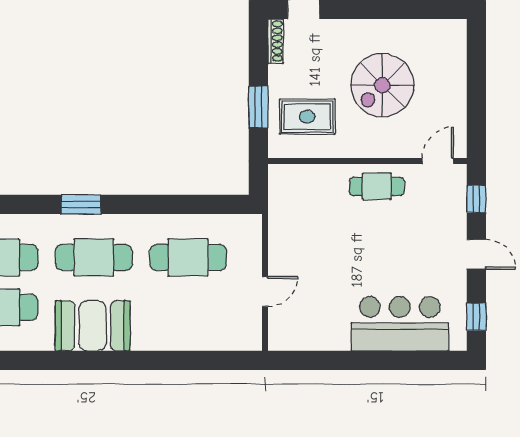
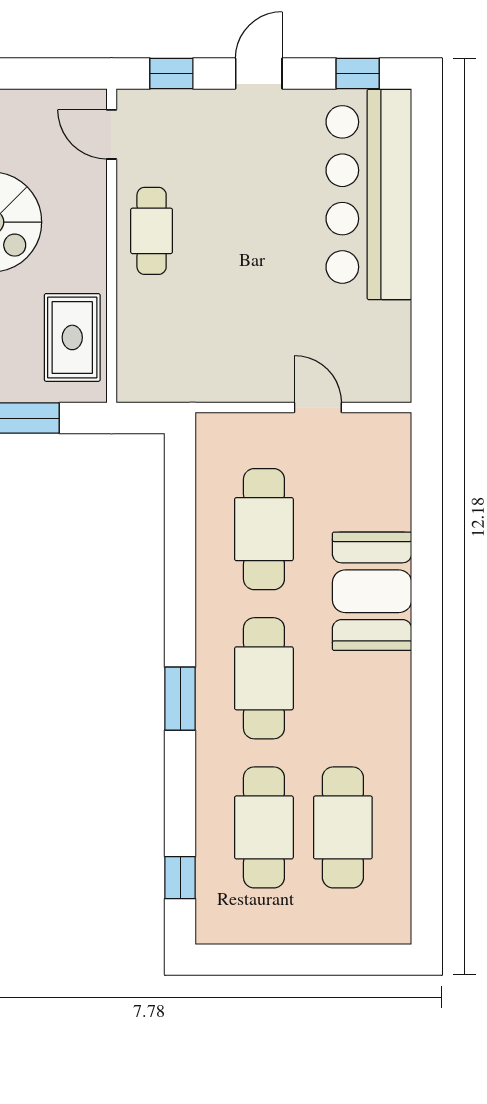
rug: (307, 117) -> (72, 337), moved
bar counter: (400, 324) -> (369, 194), width x1.36
booth: (93, 326) -> (372, 591), moved

